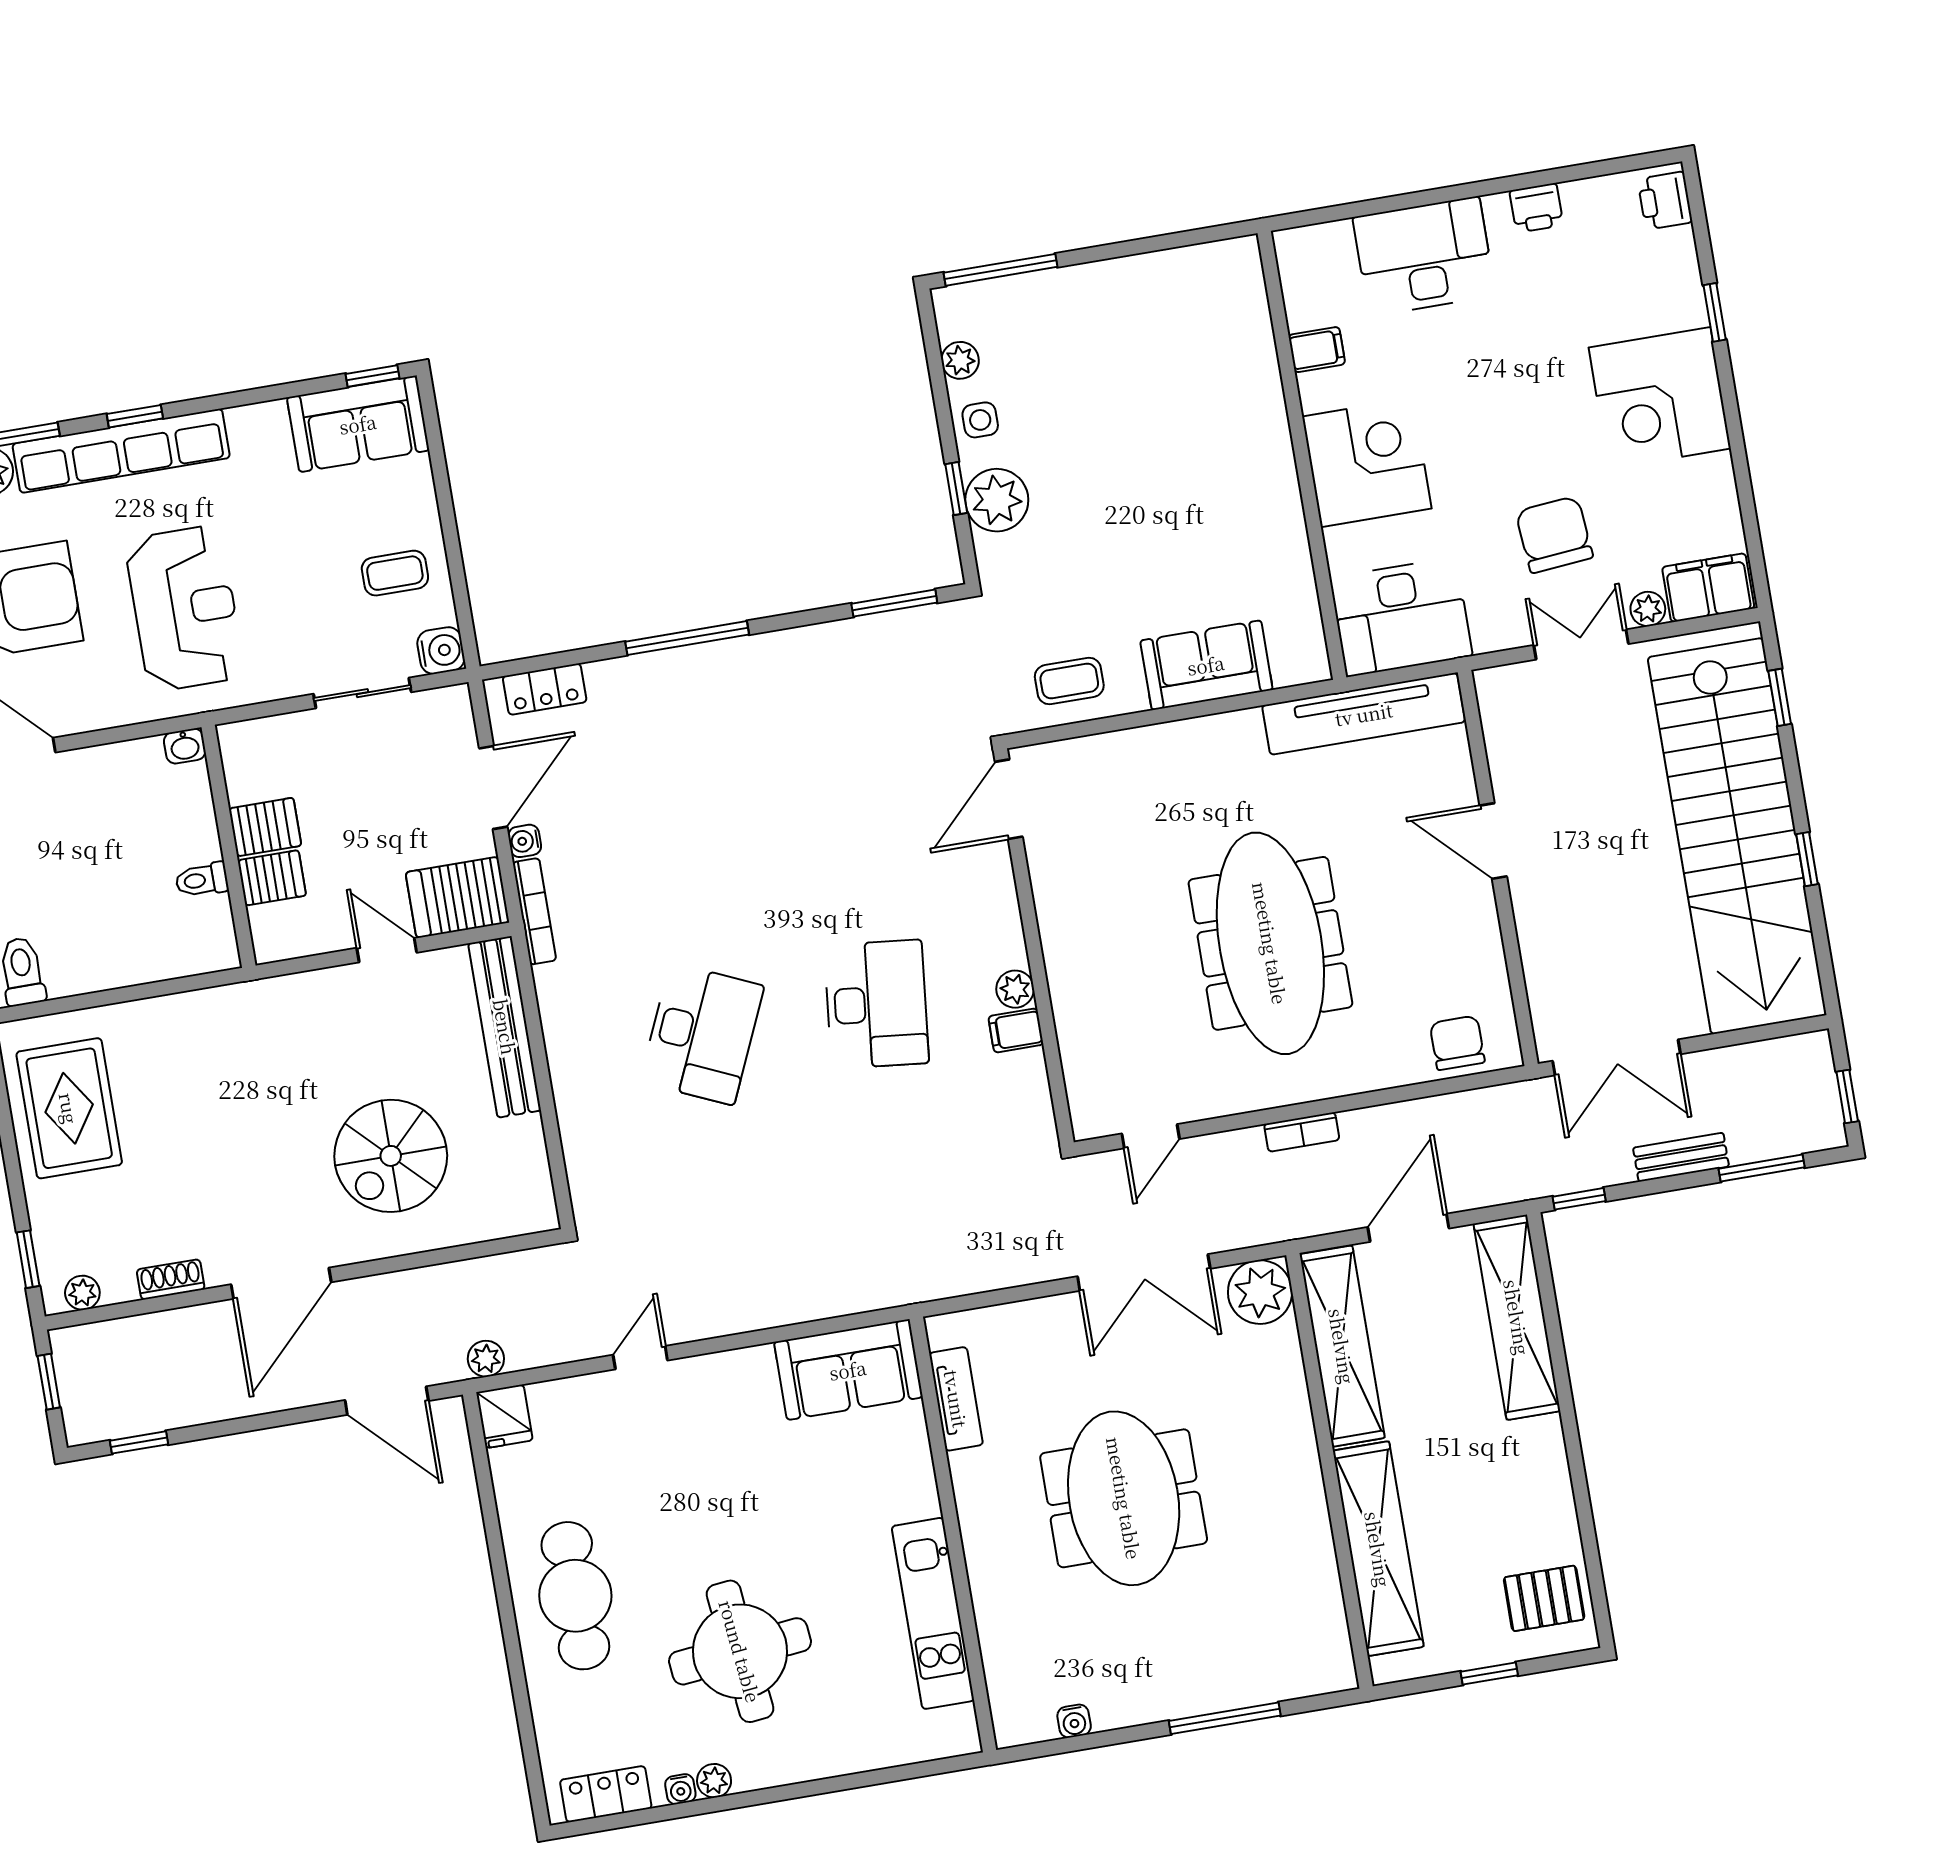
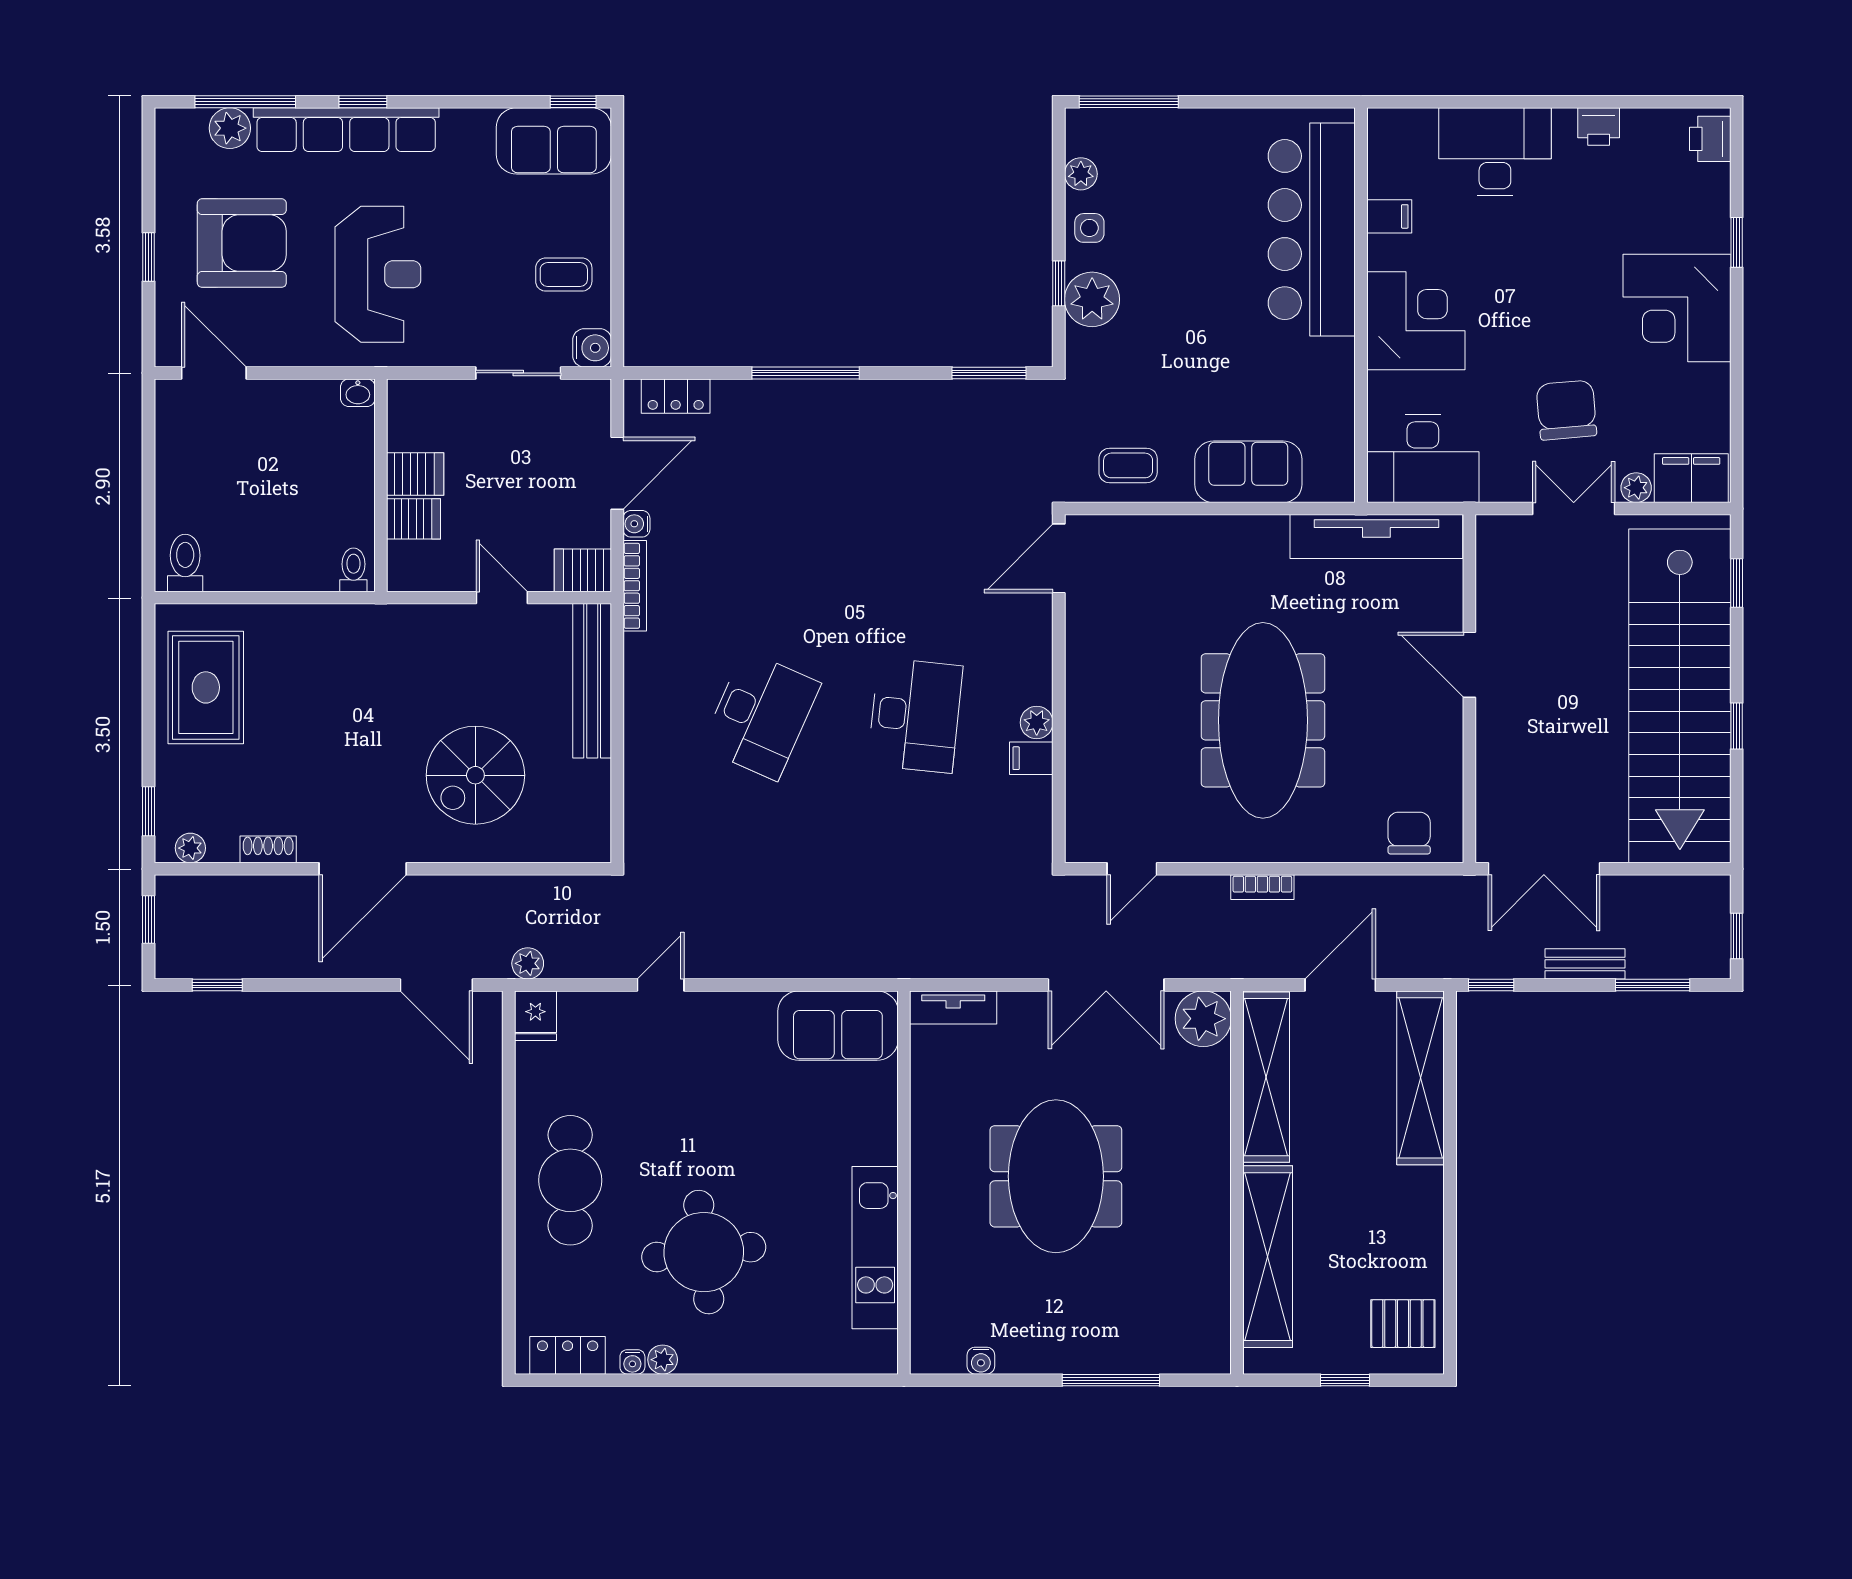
bar counter: (1232, 379) -> (1312, 230), added
toilet: (202, 880) -> (353, 570), moved, turned 90
server rack: (457, 897) -> (583, 570), width x0.73, depth x0.70
tv unit: (956, 1399) -> (953, 1007), moved, turned 90

